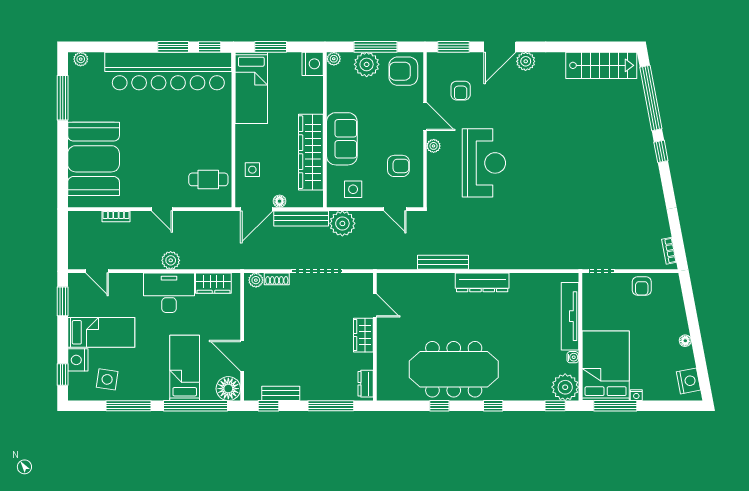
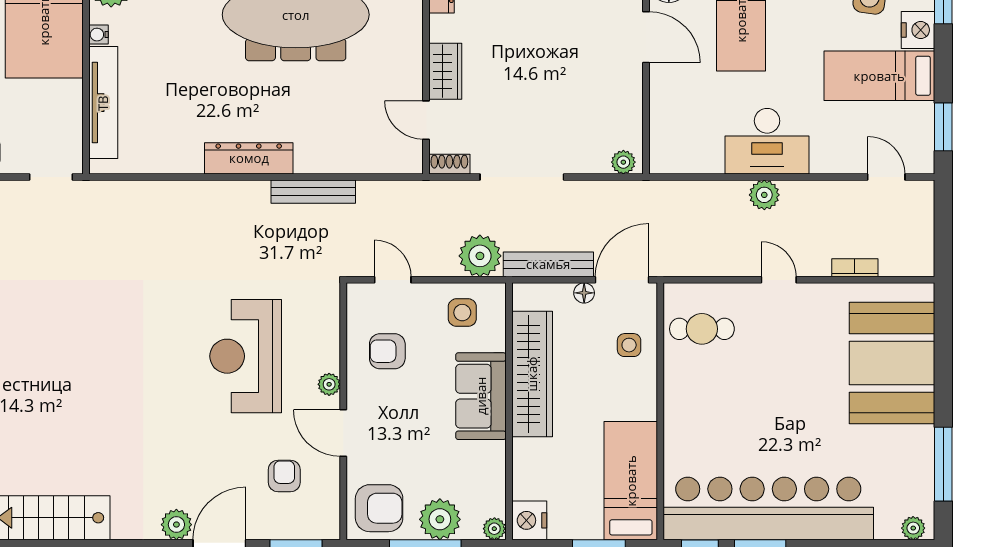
shoe rack: (277, 279) -> (449, 164), moved
wardrobe: (213, 283) -> (694, 157), removed

